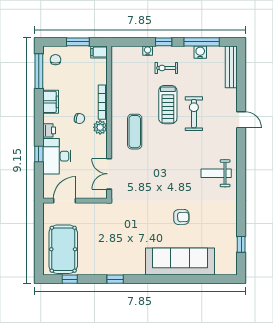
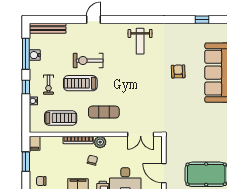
treadmill: (128, 82) -> (61, 118), added
treadmill: (168, 105) -> (80, 83), turned 180

